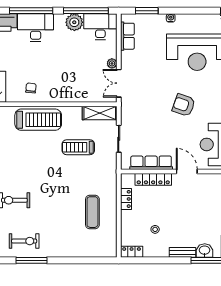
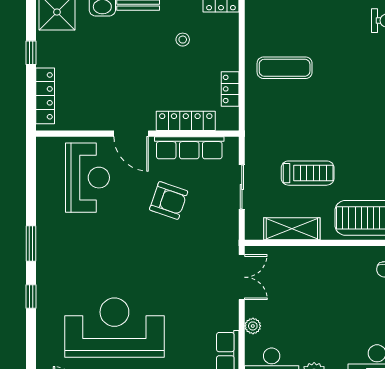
plant: (112, 63) -> (253, 326), moved
armchair: (184, 105) -> (169, 200), moved
shelving: (100, 113) -> (292, 229), moved
exercise mat: (92, 212) -> (285, 68), turned 90

